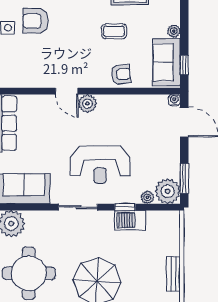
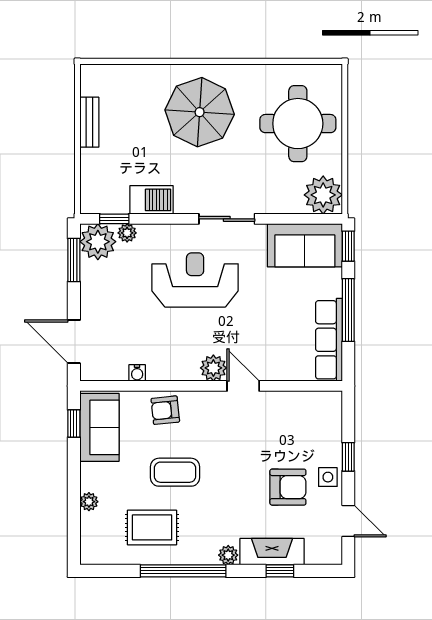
coffee table: (114, 31) -> (175, 472), width x1.36, depth x1.30
plant: (174, 31) -> (89, 502), moved
water cooler: (174, 100) -> (137, 373), moved
window: (125, 207) -> (114, 219), moved

